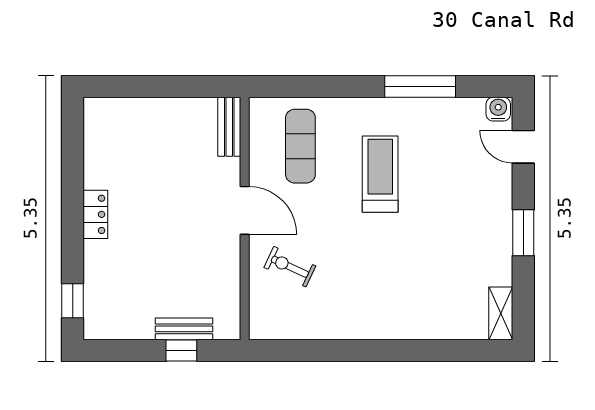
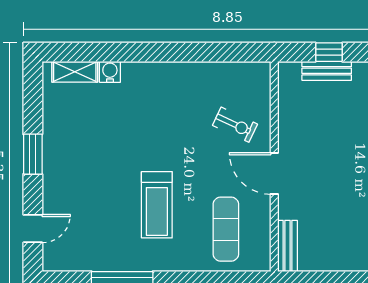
water cooler: (498, 109) -> (110, 72), moved, turned 180
door: (523, 147) -> (33, 229), hinge flipped
shelving: (501, 313) -> (75, 72), moved, turned 90

